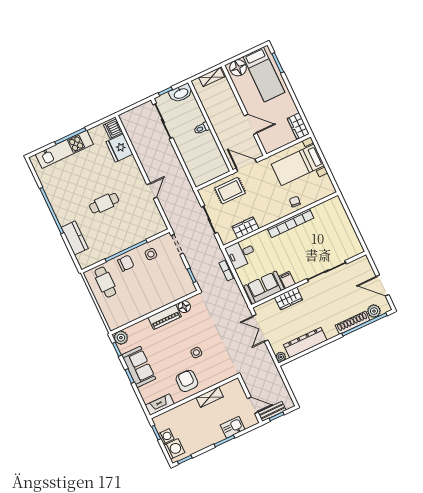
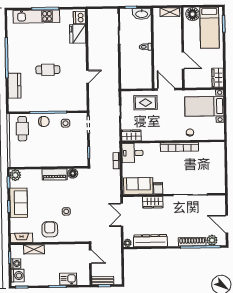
wardrobe: (245, 228) -> (131, 135), moved
shelving: (210, 397) -> (34, 249), moved
door: (253, 405) -> (90, 257), moved

